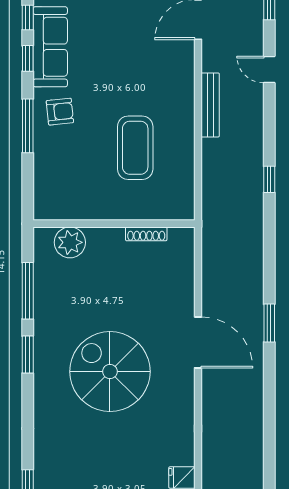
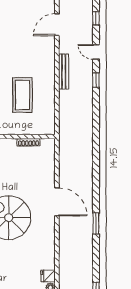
window: (269, 179) -> (96, 80), moved
window: (269, 323) -> (96, 224), moved

